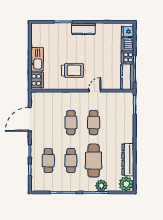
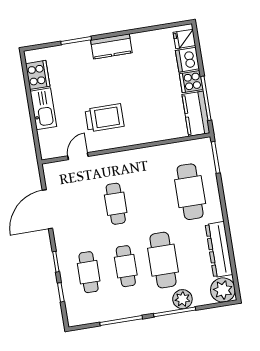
cooker: (37, 80) -> (38, 75), moved
door: (95, 91) -> (78, 156), moved
cafe table: (94, 123) -> (190, 192), moved, width x1.37, depth x1.35

